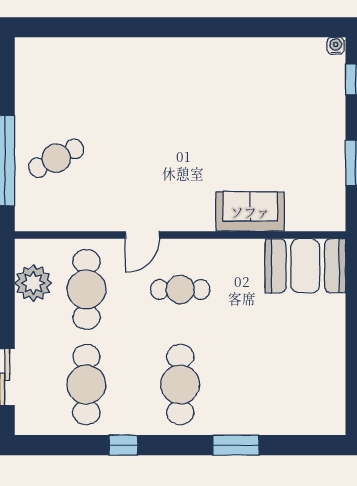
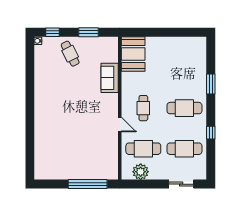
cafe table: (56, 158) -> (70, 54), moved

